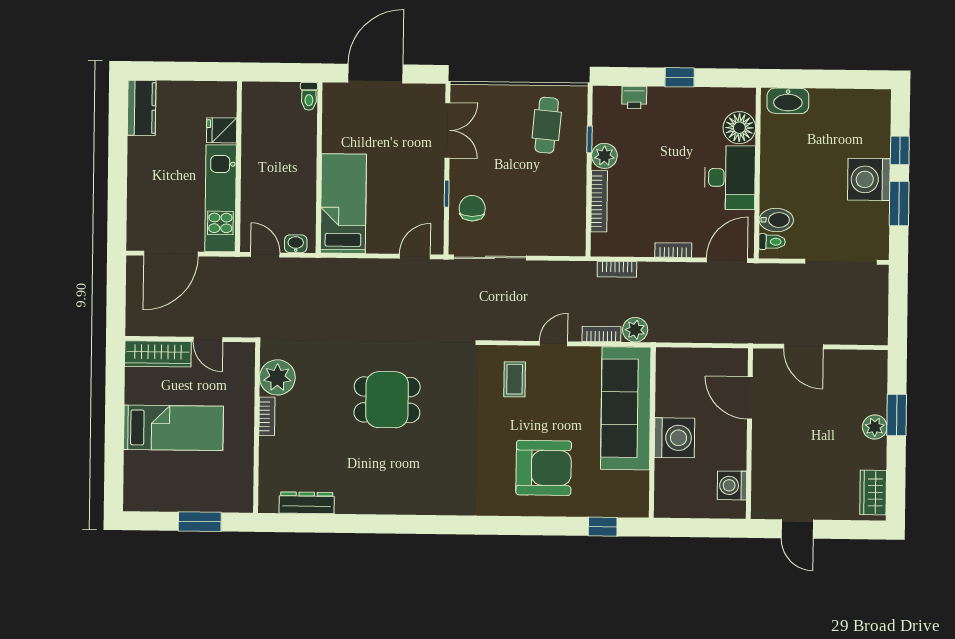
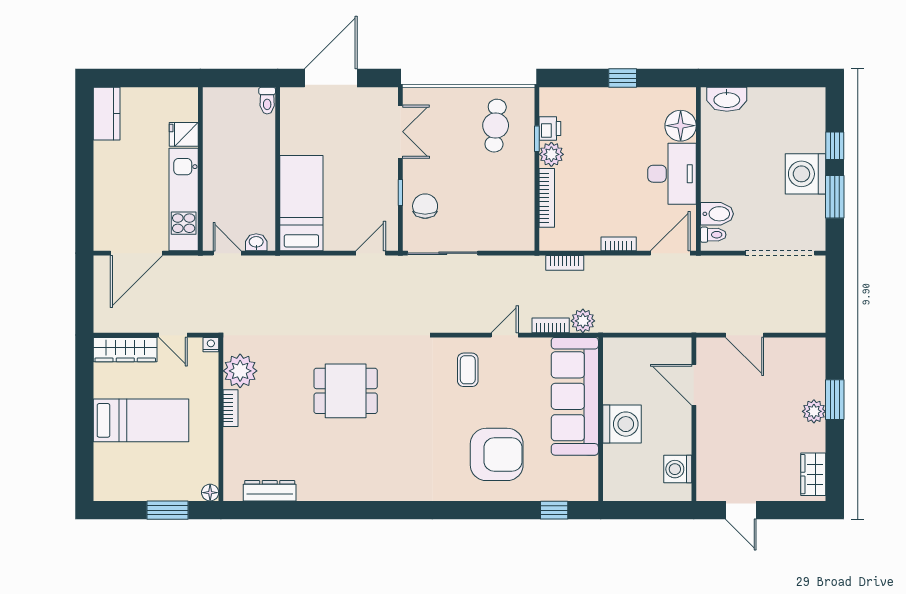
printer: (634, 97) -> (550, 128), moved, turned -90
nightstand: (247, 350) -> (211, 345), added
floor lamp: (245, 504) -> (210, 493), added

